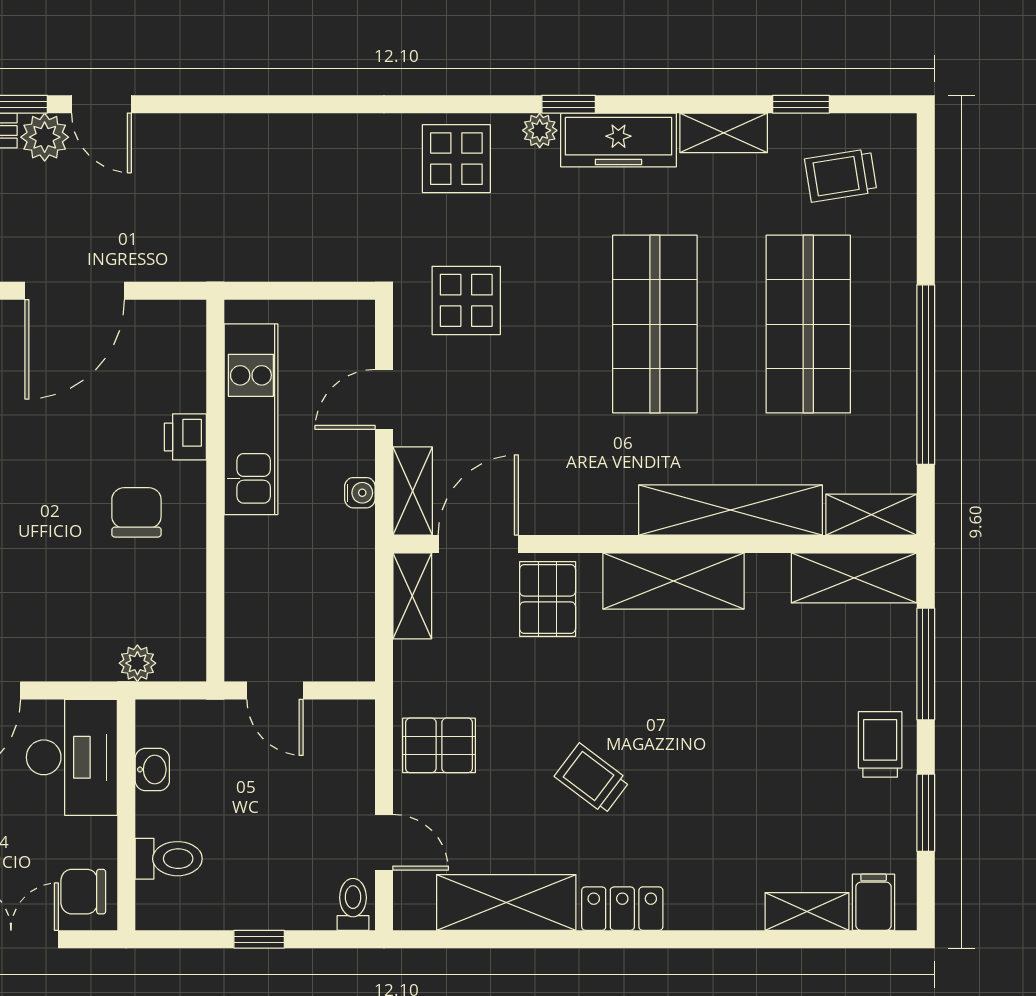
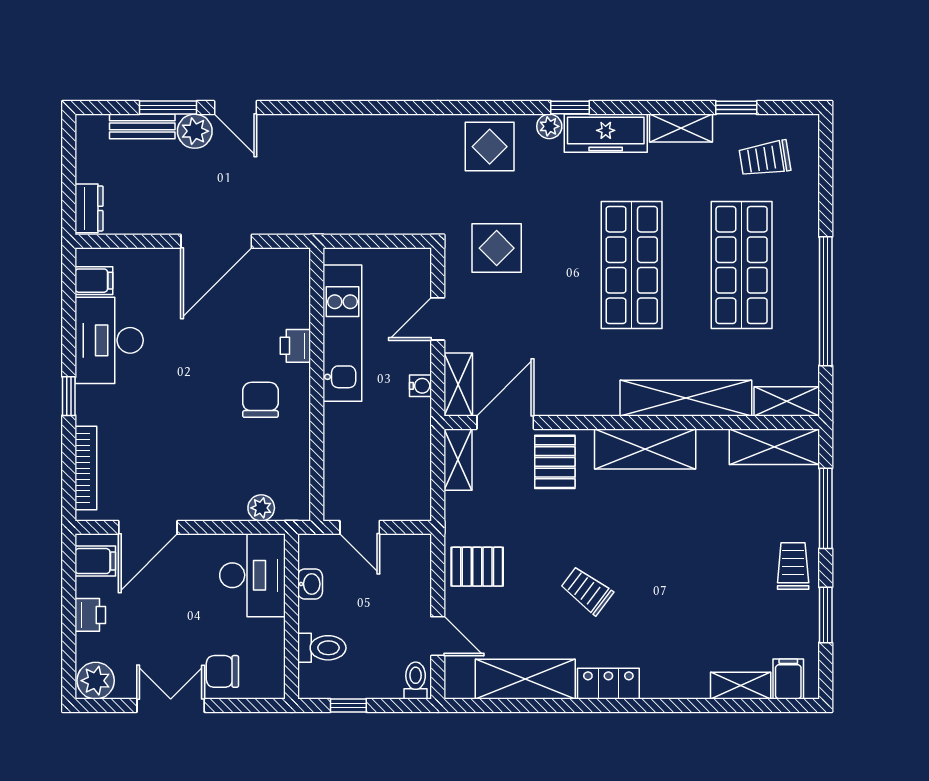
desk: (72, 757) -> (252, 575), moved
washbasin: (152, 770) -> (310, 584), moved
wall: (126, 815) -> (291, 616), moved
toilet: (169, 859) -> (322, 648), moved

